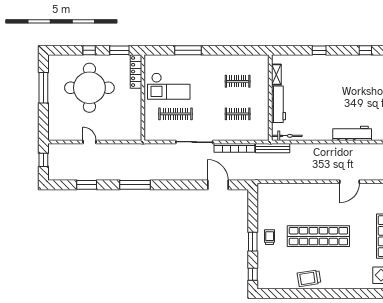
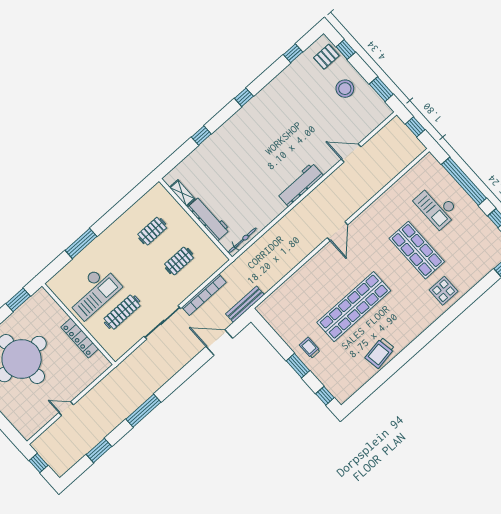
locker: (136, 72) -> (80, 338), moved
bench: (273, 148) -> (245, 304), moved

